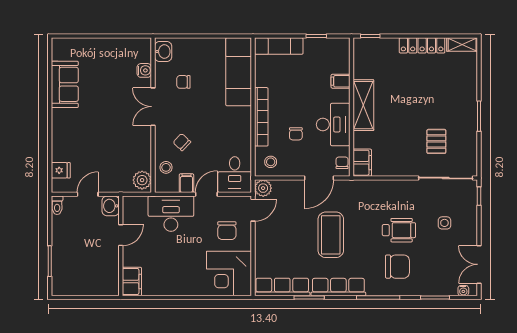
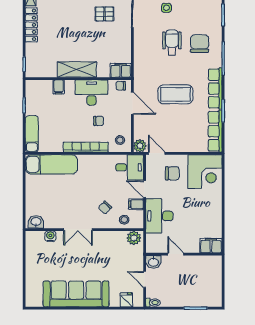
chair: (183, 82) -> (59, 206), removed
sofa: (65, 84) -> (76, 294), width x1.85, depth x1.27

